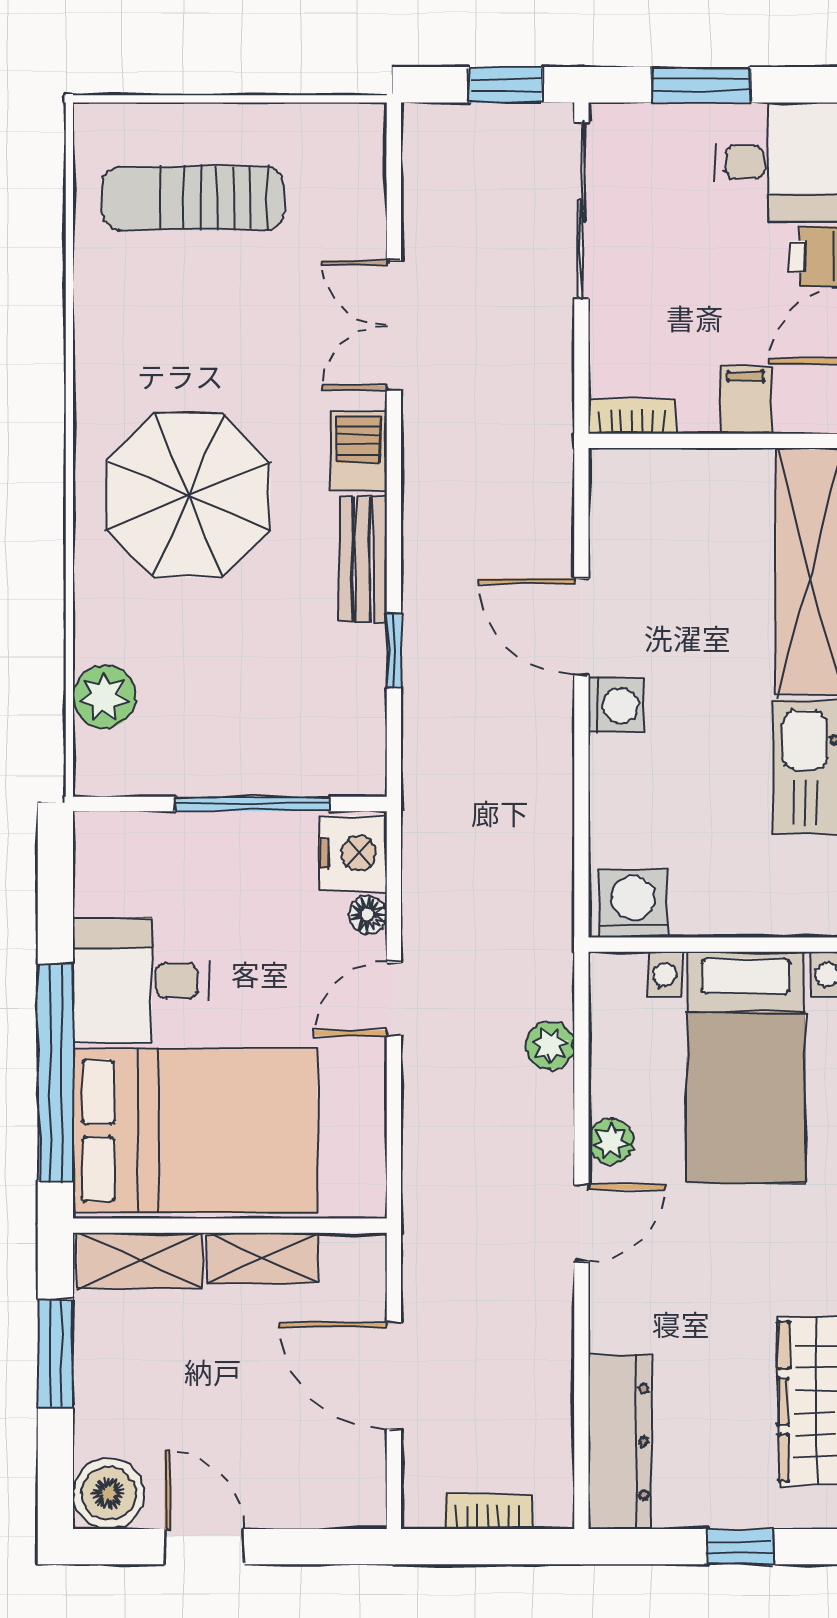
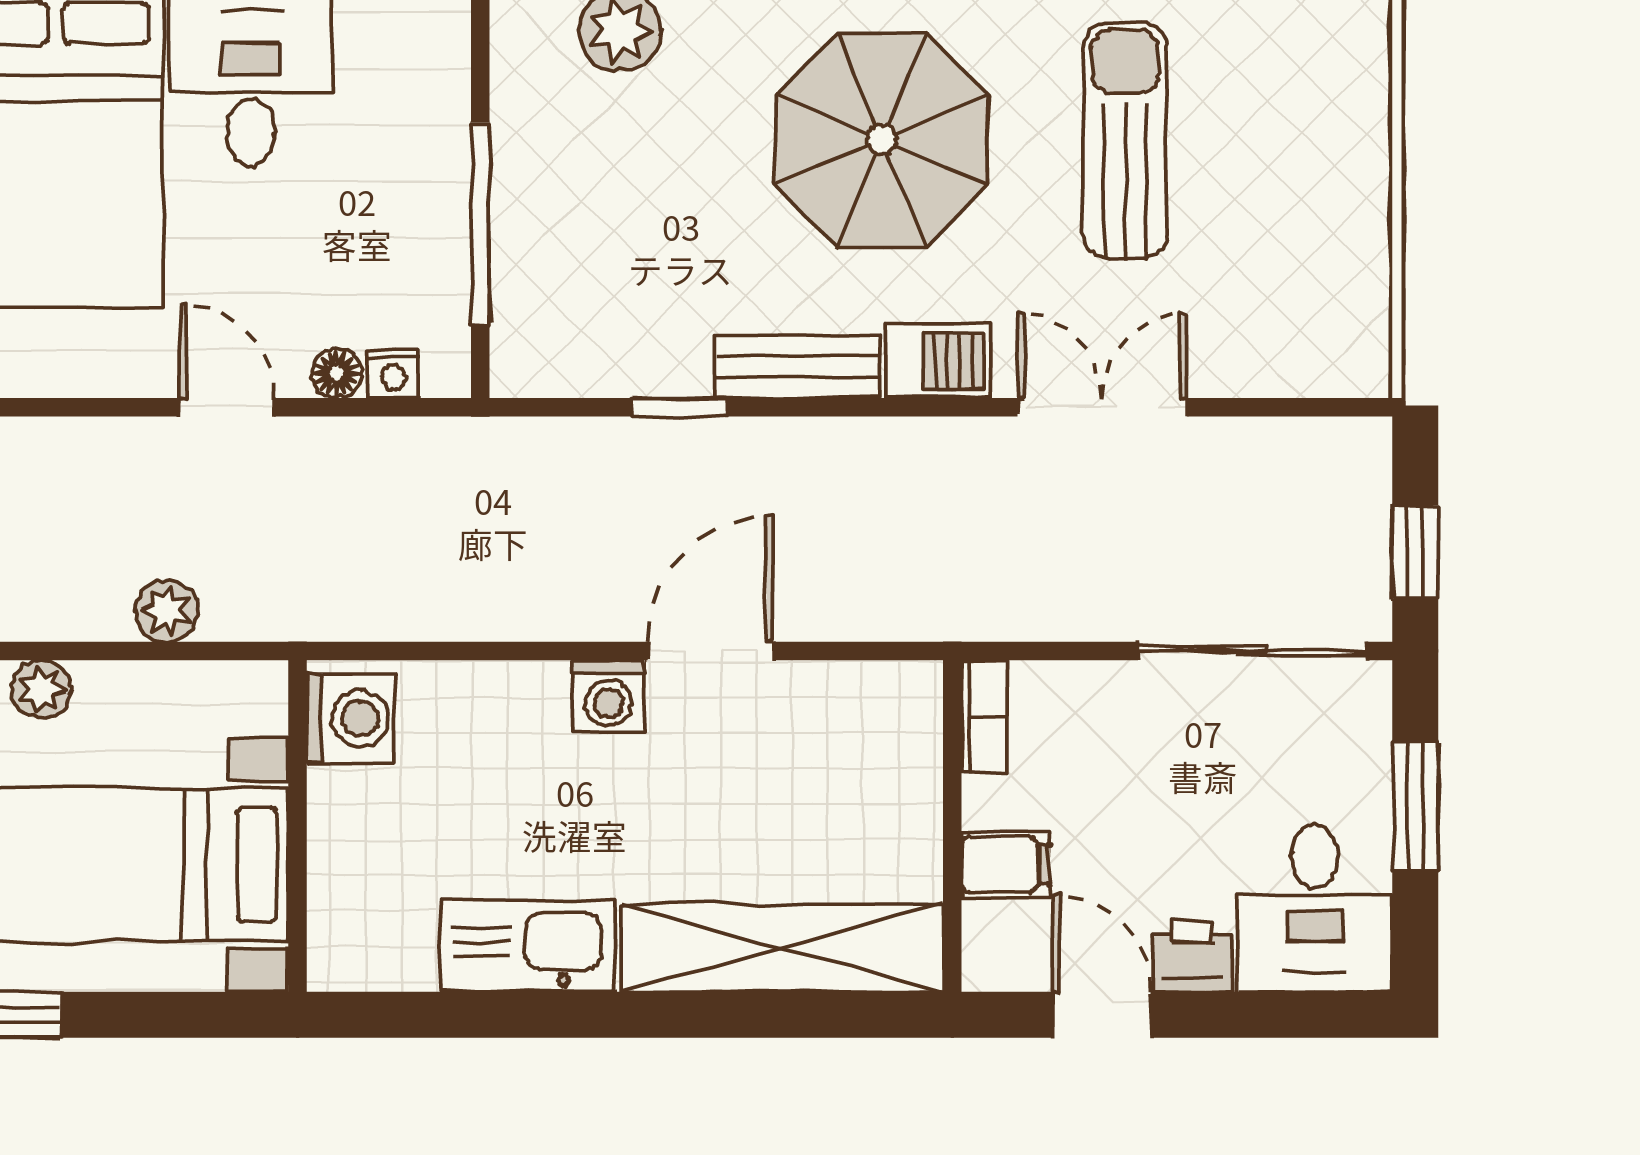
sun lounger: (193, 198) -> (1125, 140), moved
nightstand: (353, 853) -> (394, 374), width x0.53, depth x0.56

